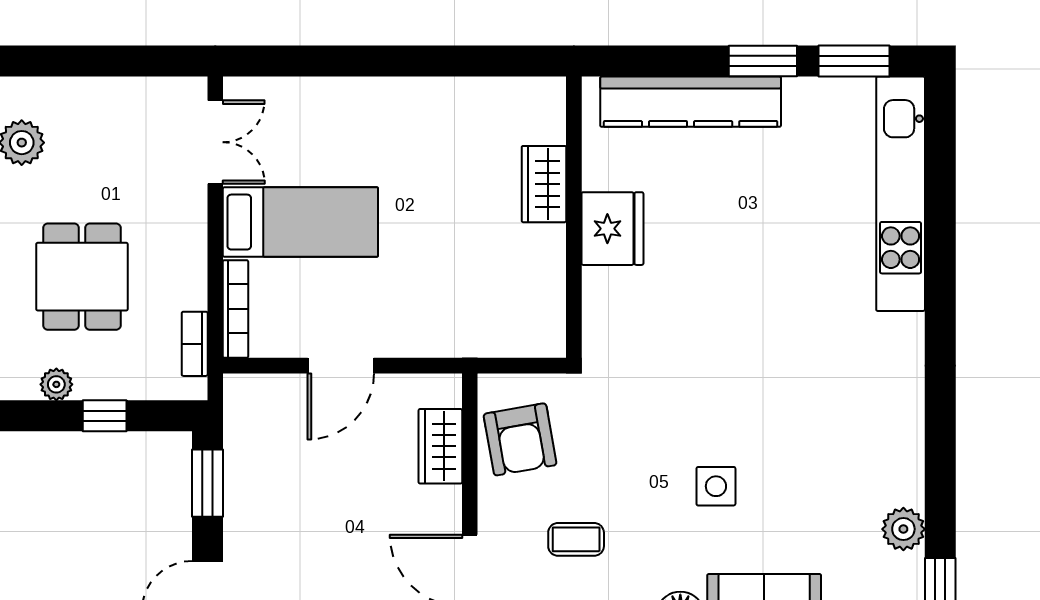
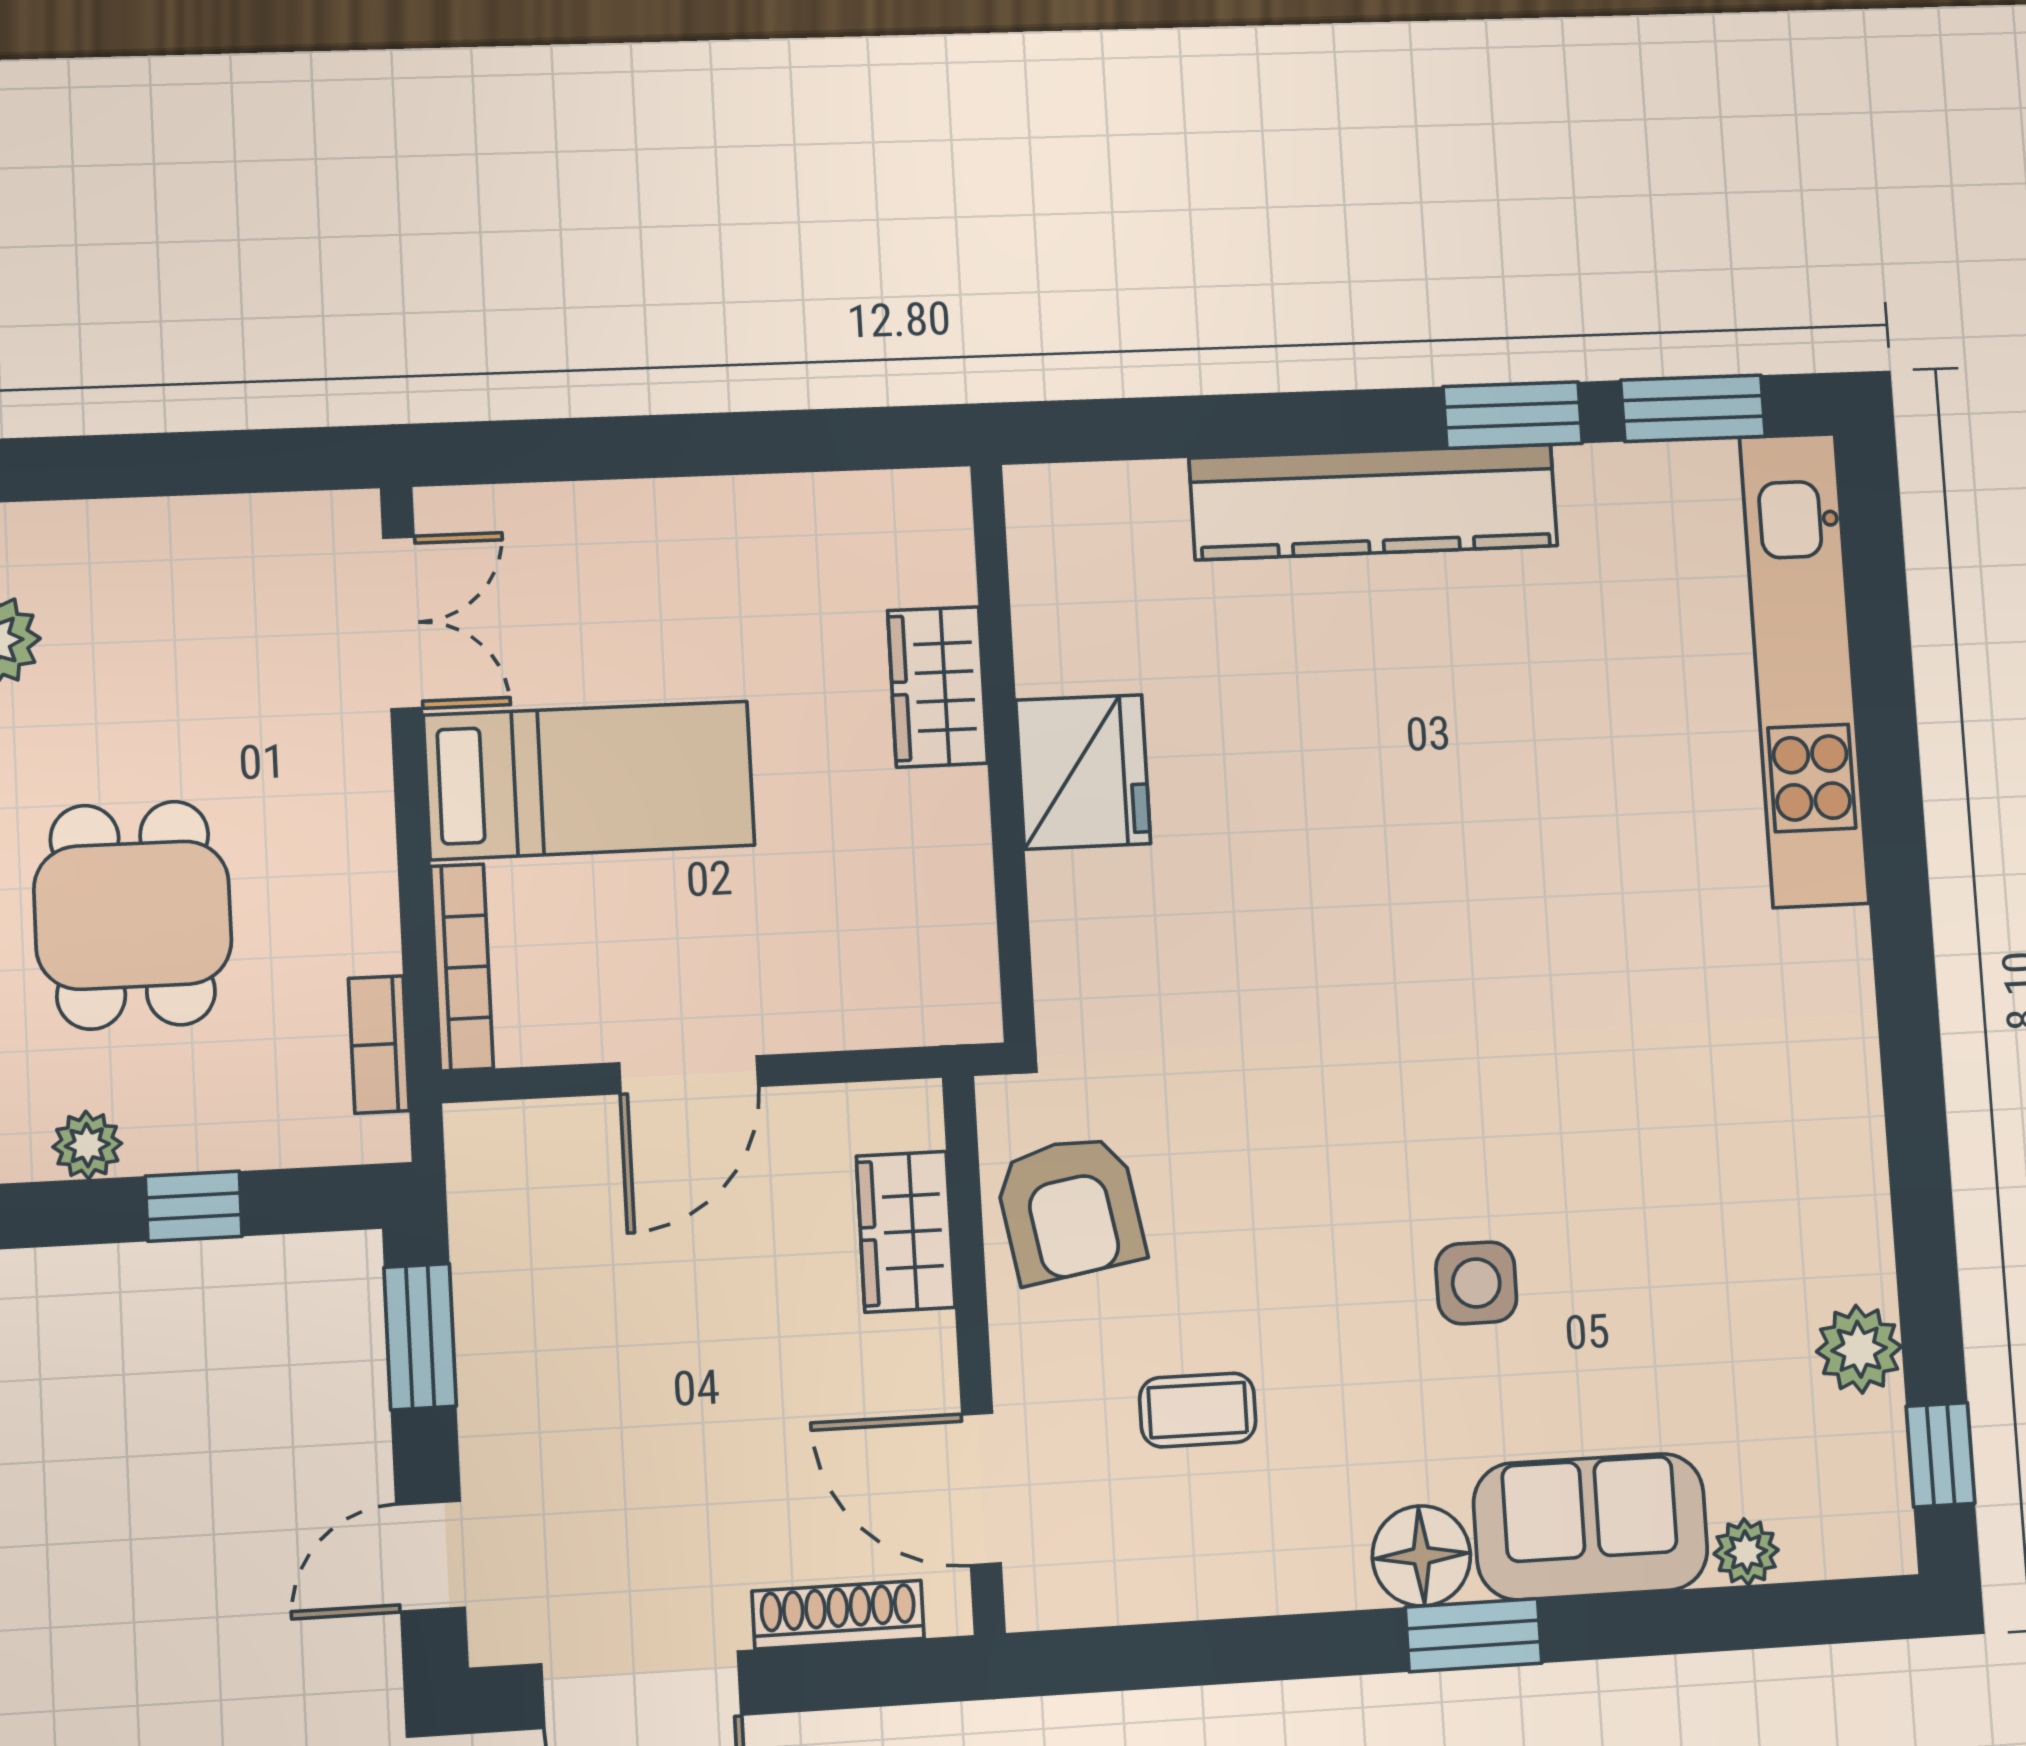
wardrobe: (544, 184) -> (938, 687), moved
wall: (574, 217) -> (1003, 752), moved
fridge: (612, 229) -> (1083, 772), moved

